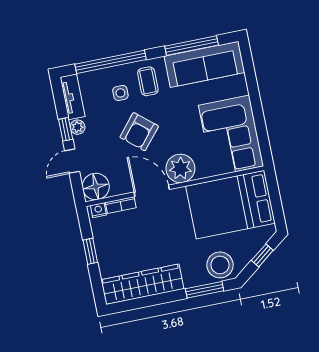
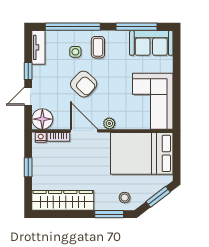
sofa: (204, 64) -> (151, 43), width x0.73
plant: (78, 127) -> (38, 71), removed
armchair: (139, 132) -> (84, 84), turned -87
plant: (180, 168) -> (109, 123), width x0.53, depth x0.53
window: (262, 255) -> (158, 197), width x1.50
stool: (220, 265) -> (125, 198), width x0.53, depth x0.53

